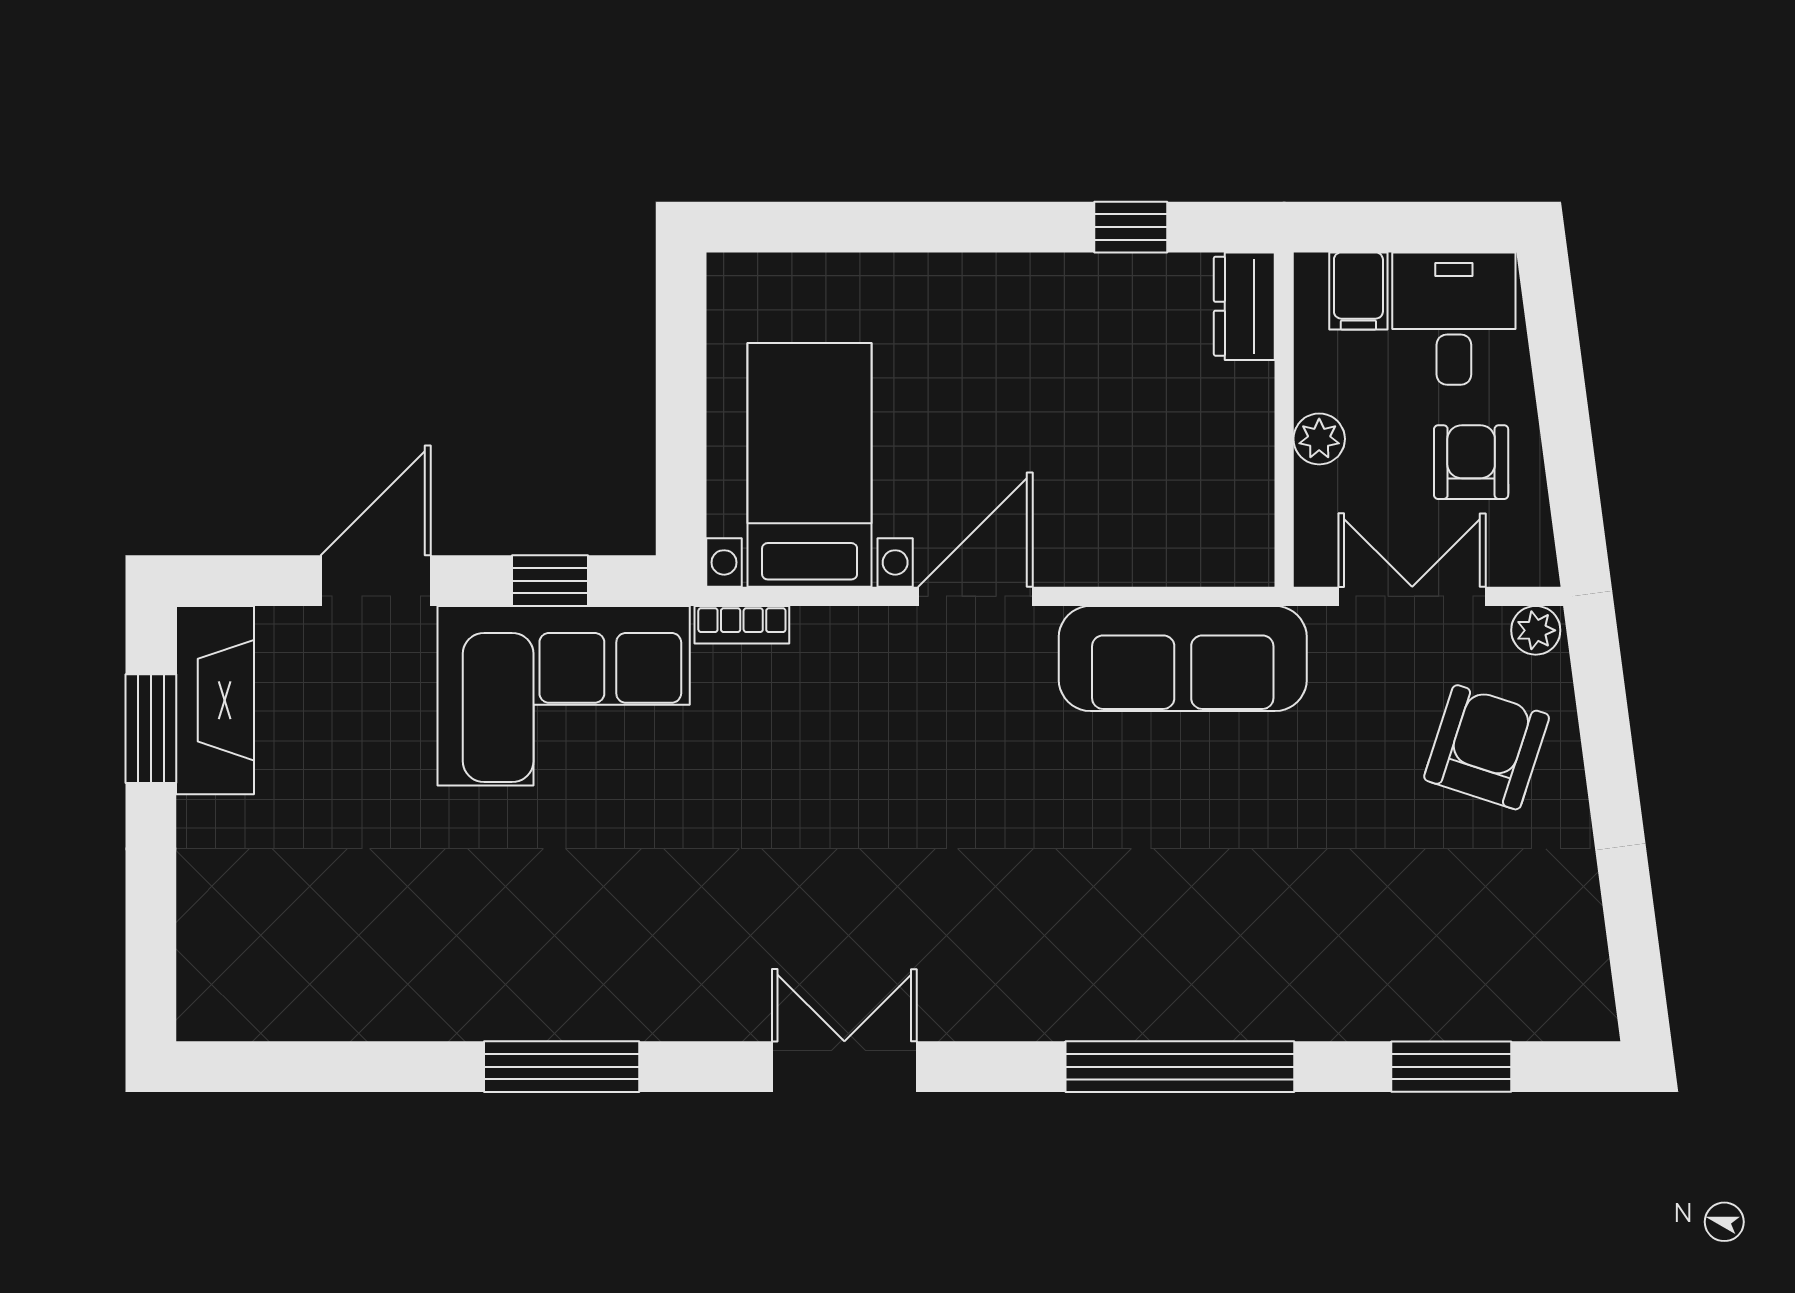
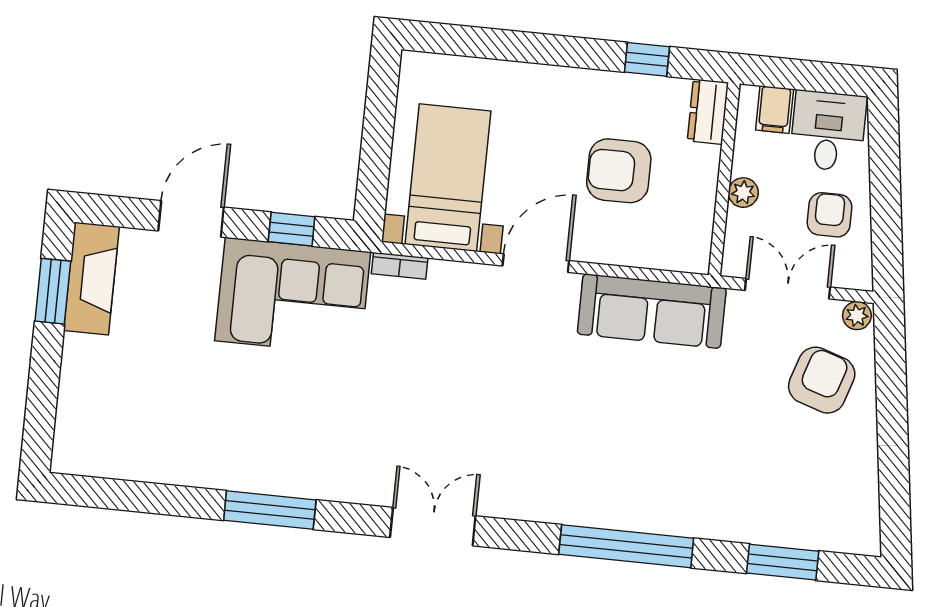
armchair: (1102, 423) -> (619, 171), added

